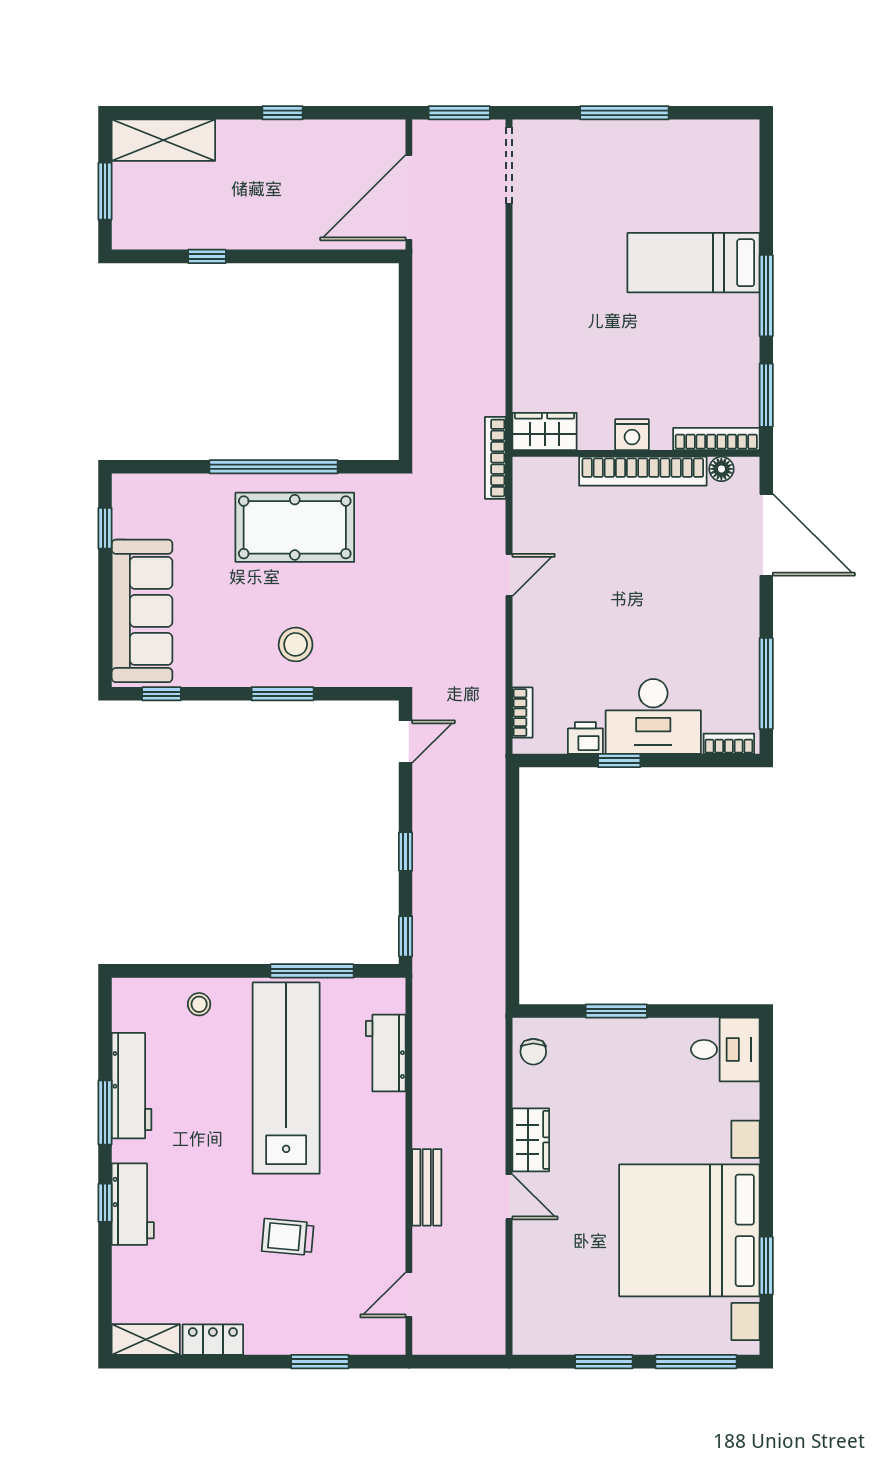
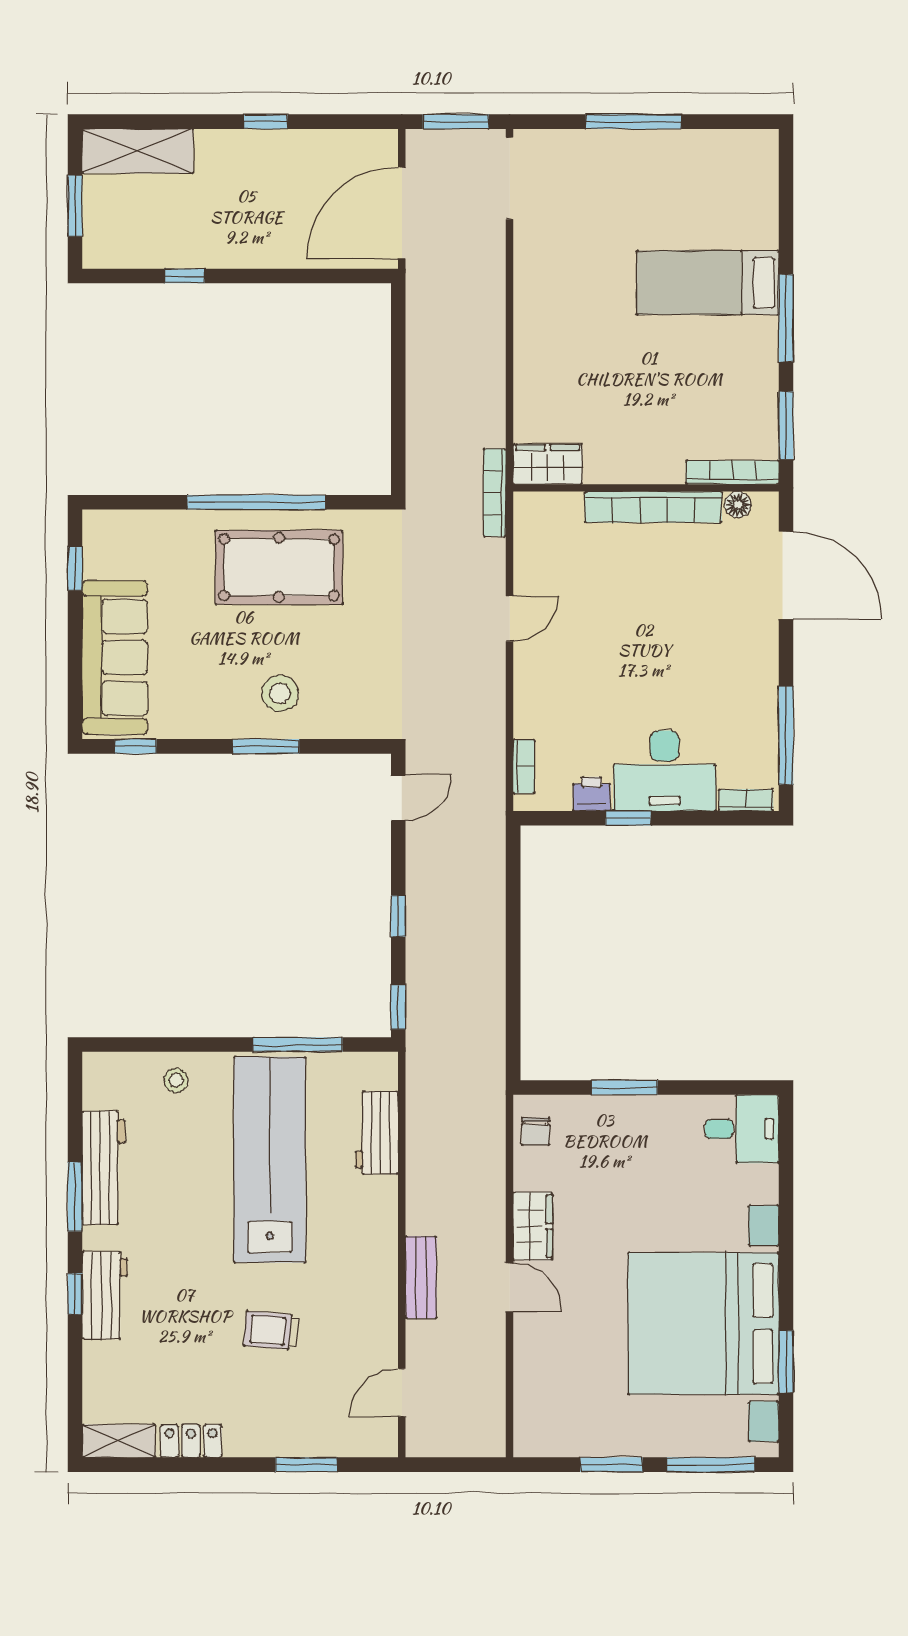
nightstand: (632, 435) -> (642, 468), removed

